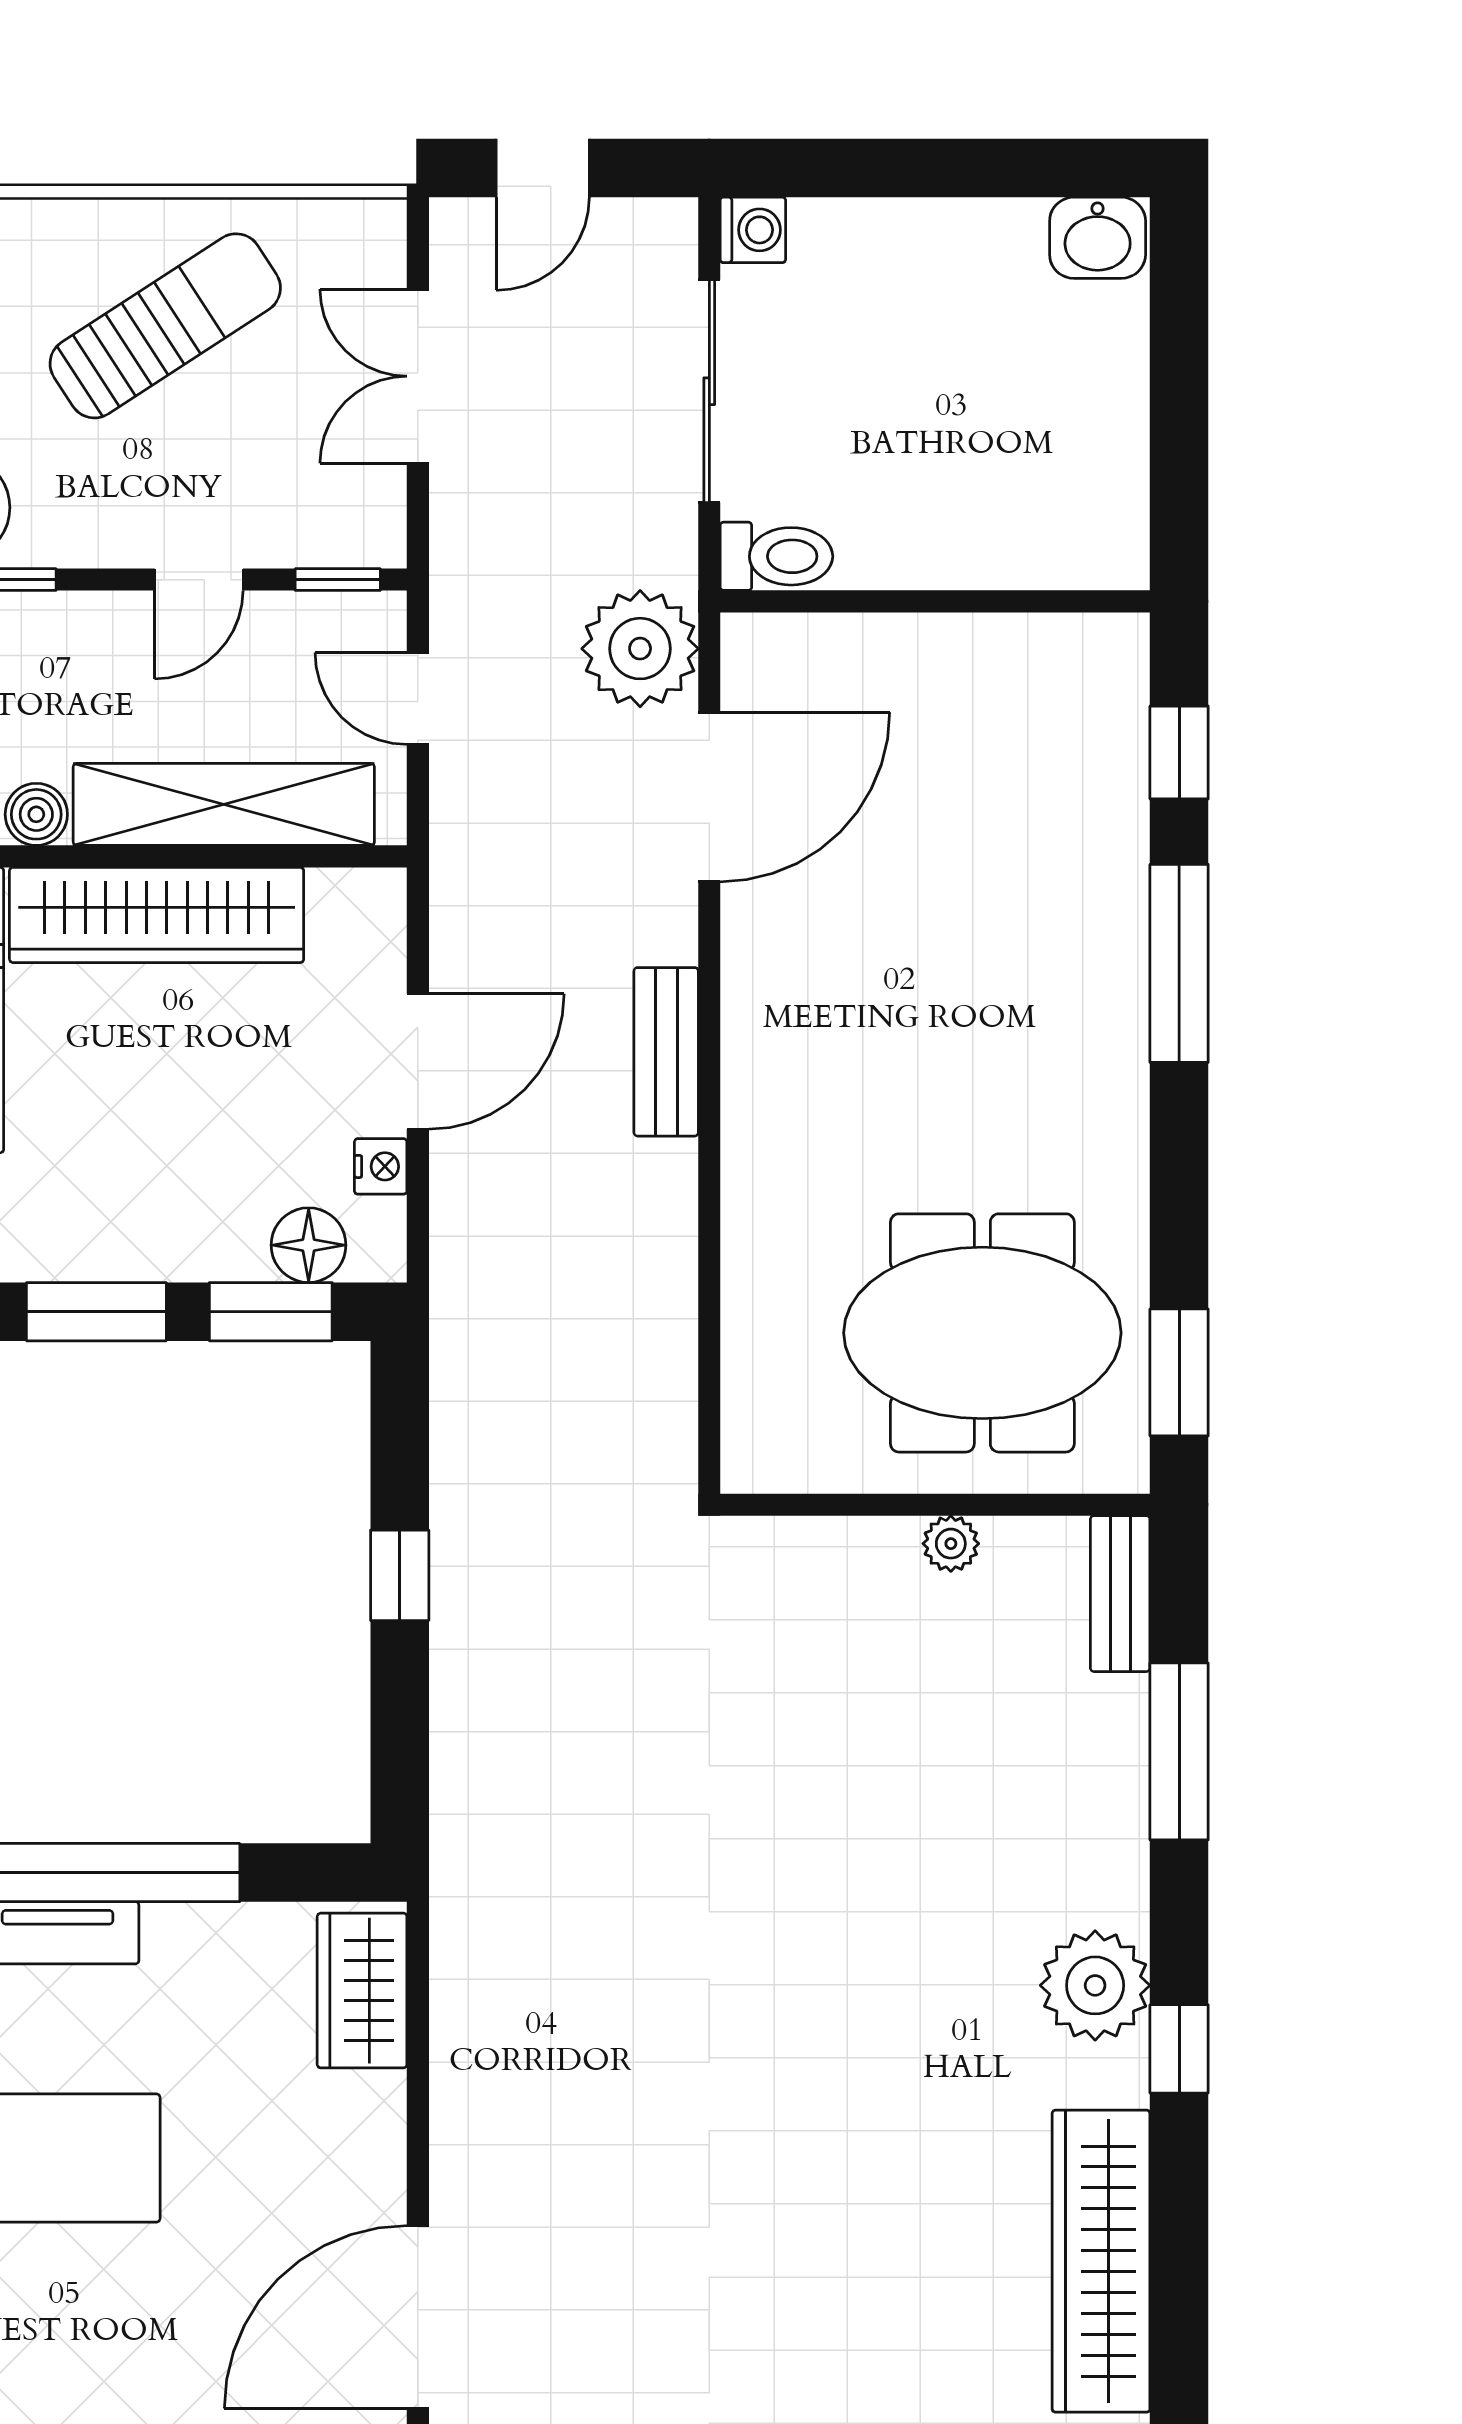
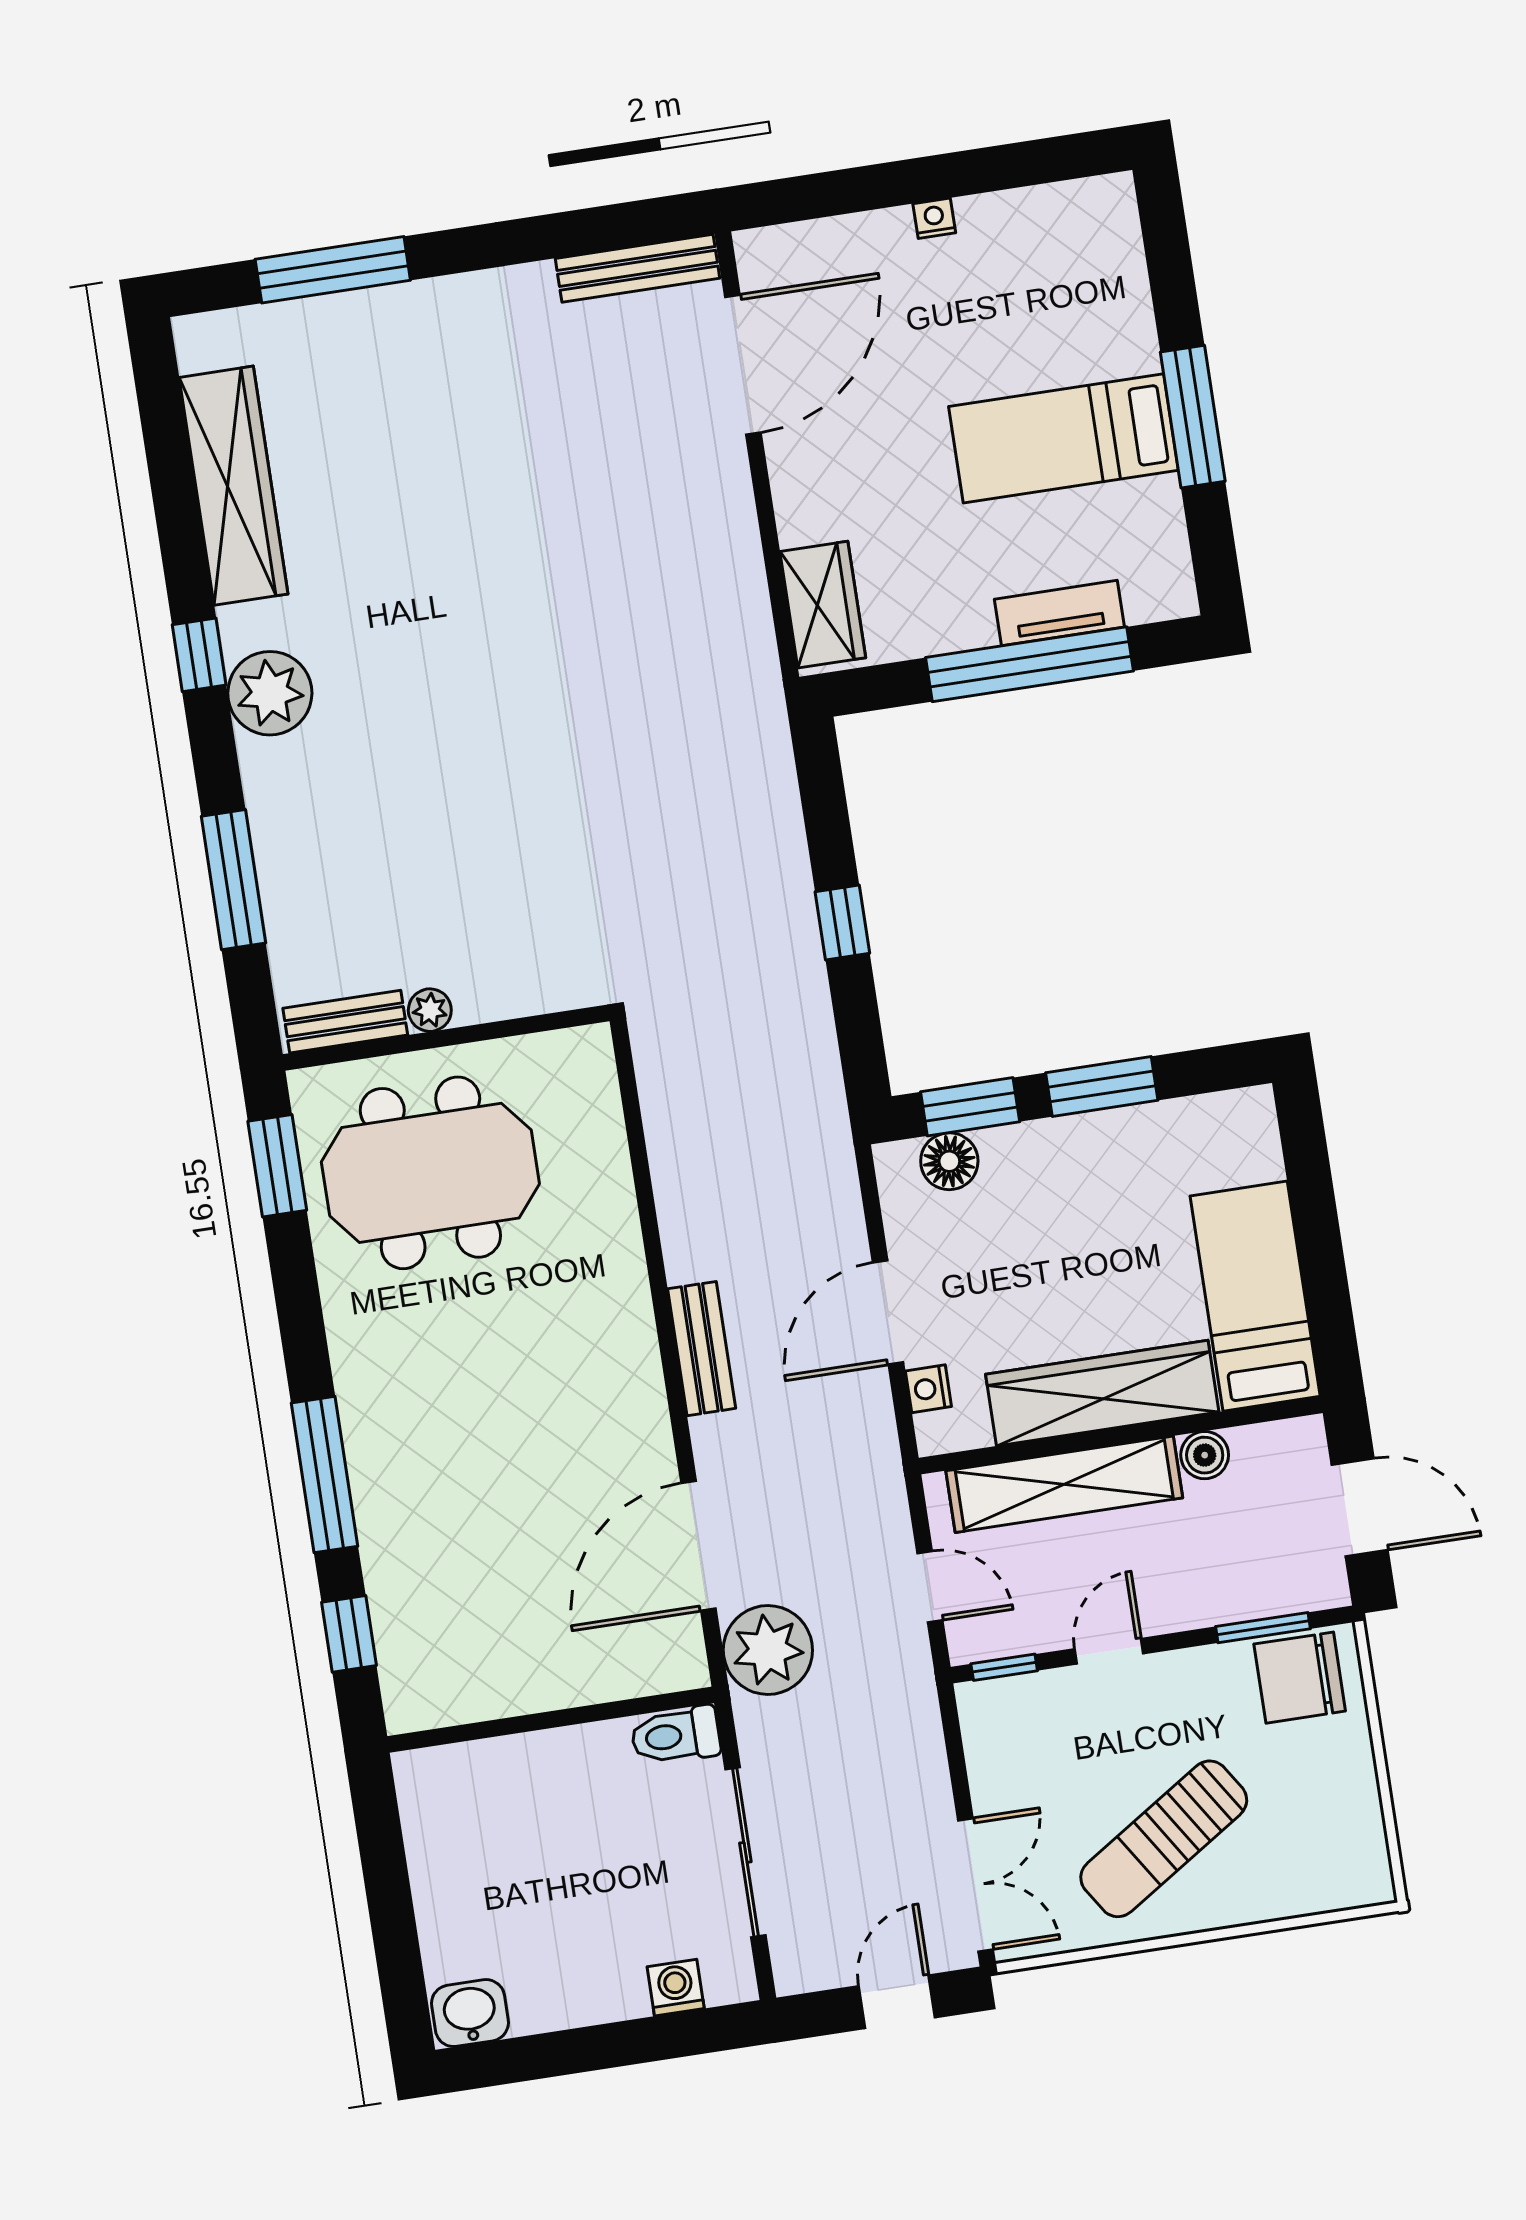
washing machine: (753, 230) -> (676, 1988), moved, turned 90
double door: (418, 376) -> (976, 1885), moved
nightstand: (381, 1166) -> (928, 1389), moved
bench: (1120, 1594) -> (345, 1022), moved, turned 90

